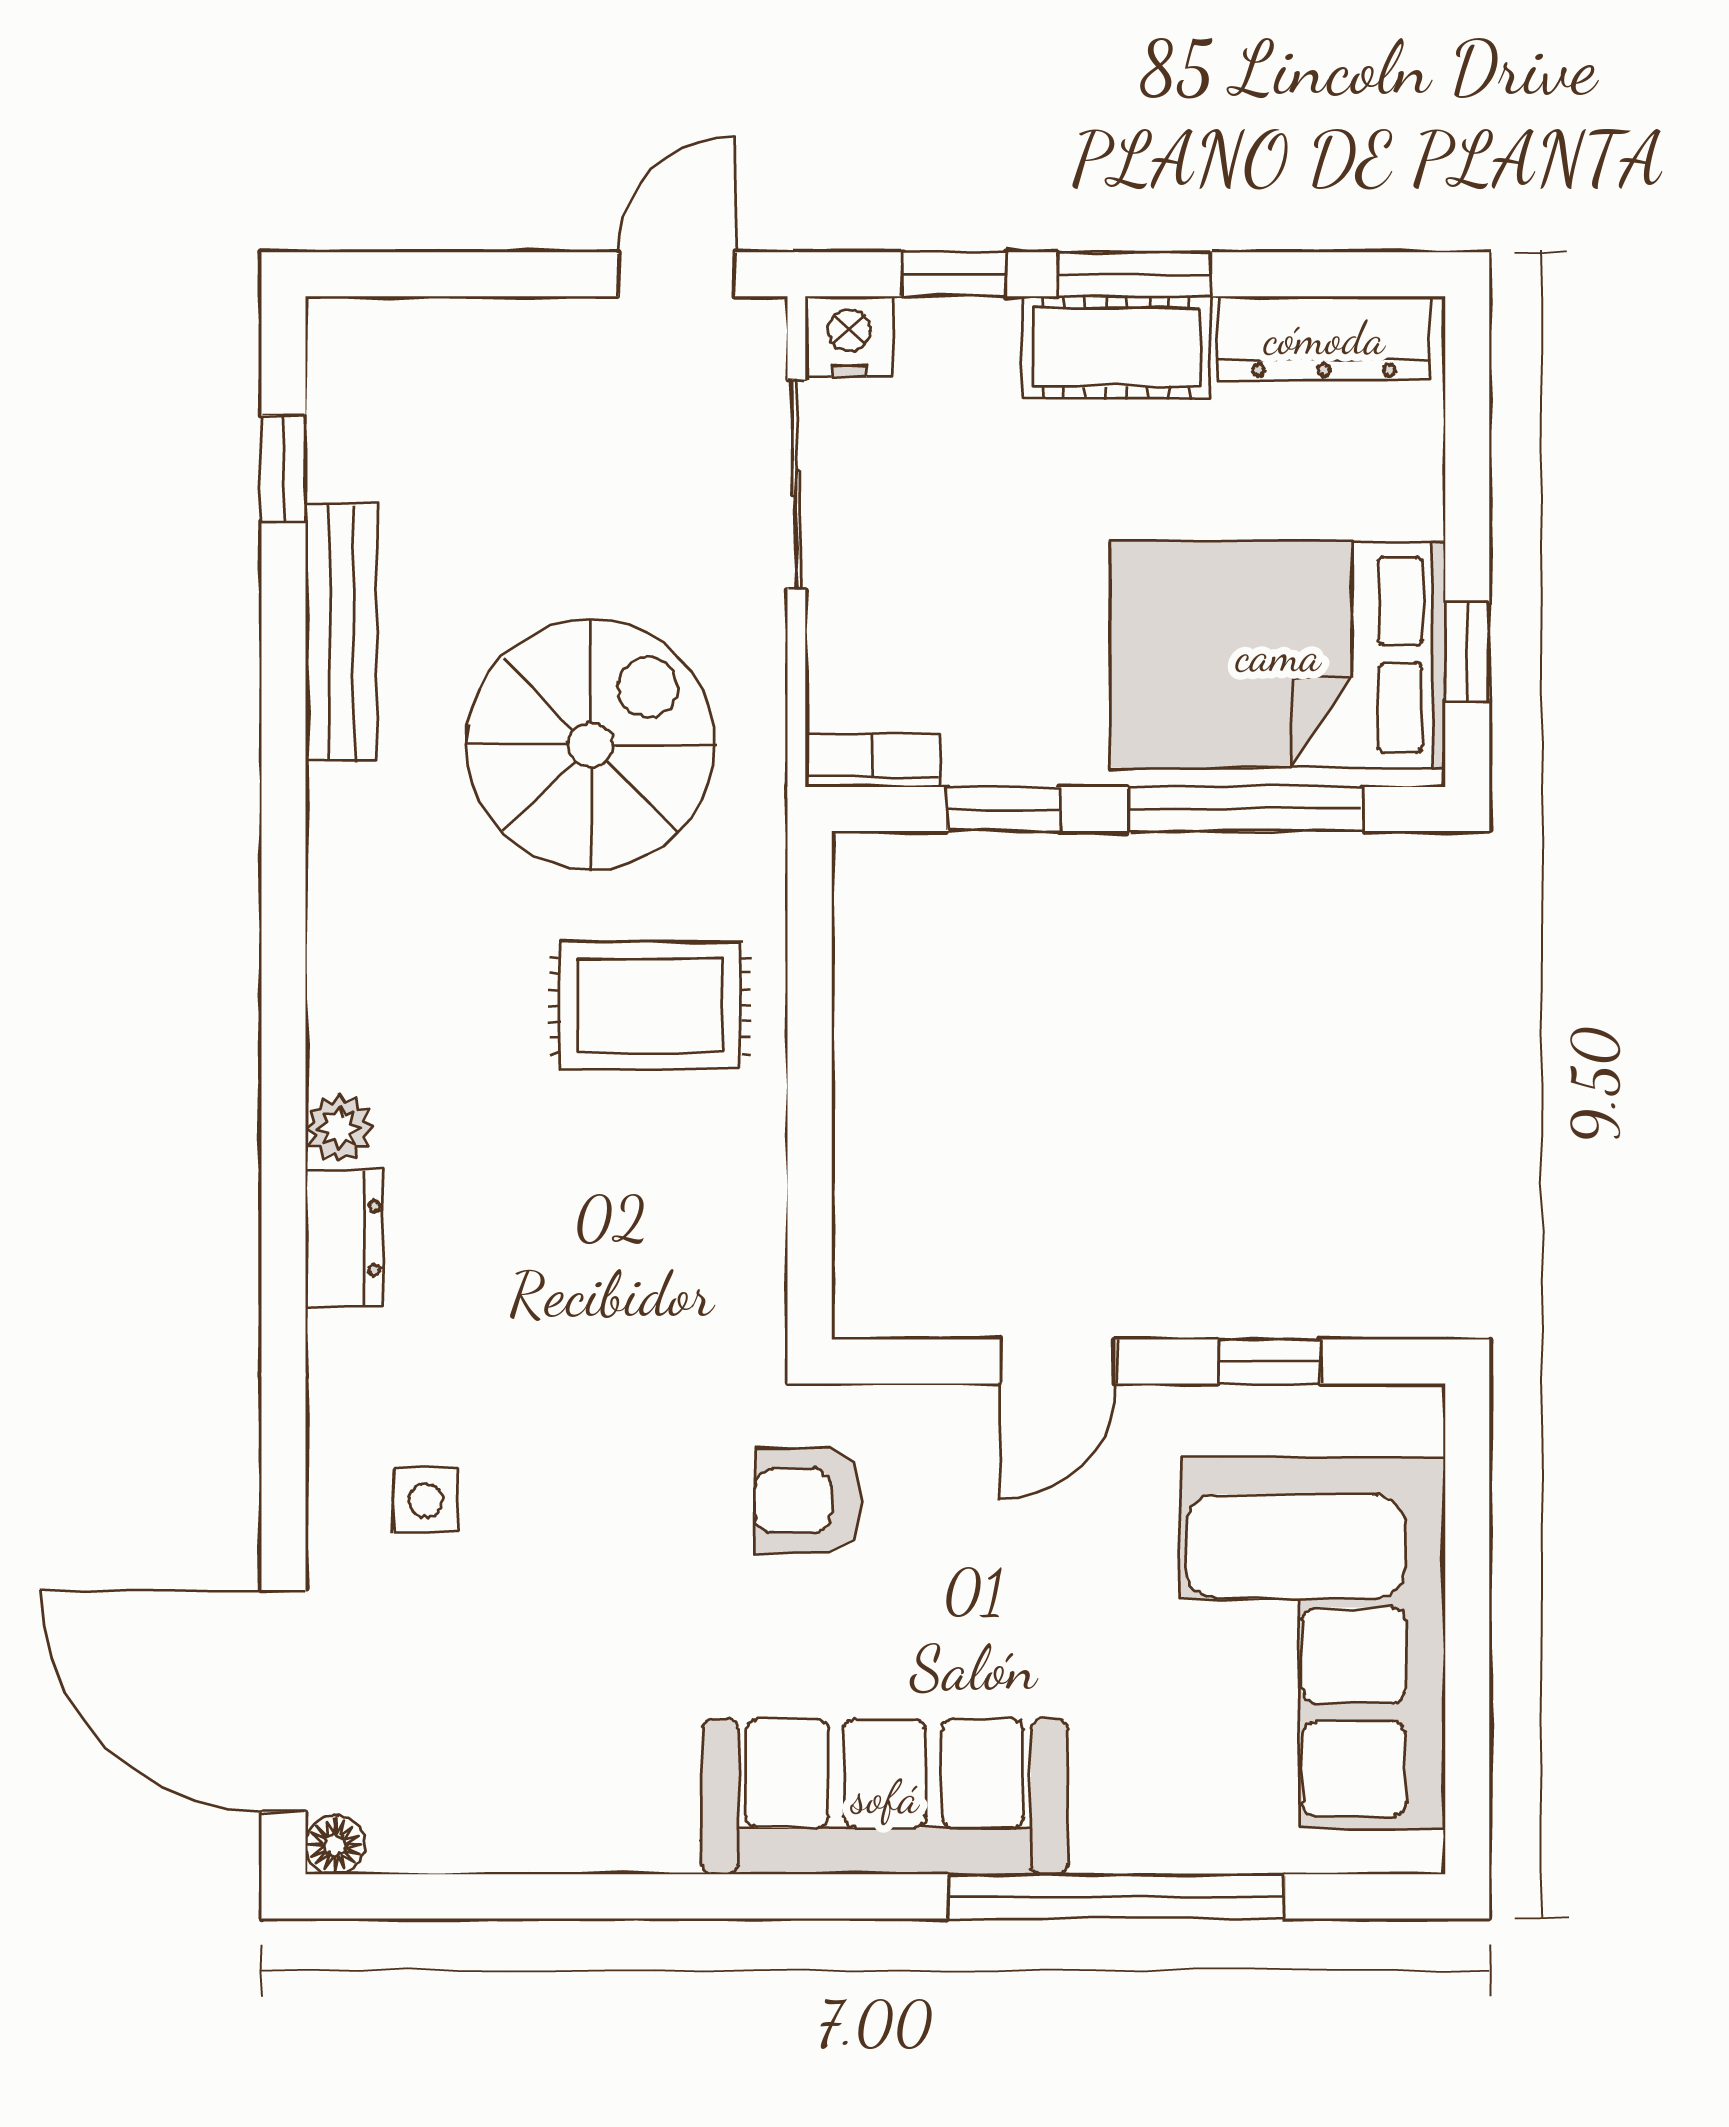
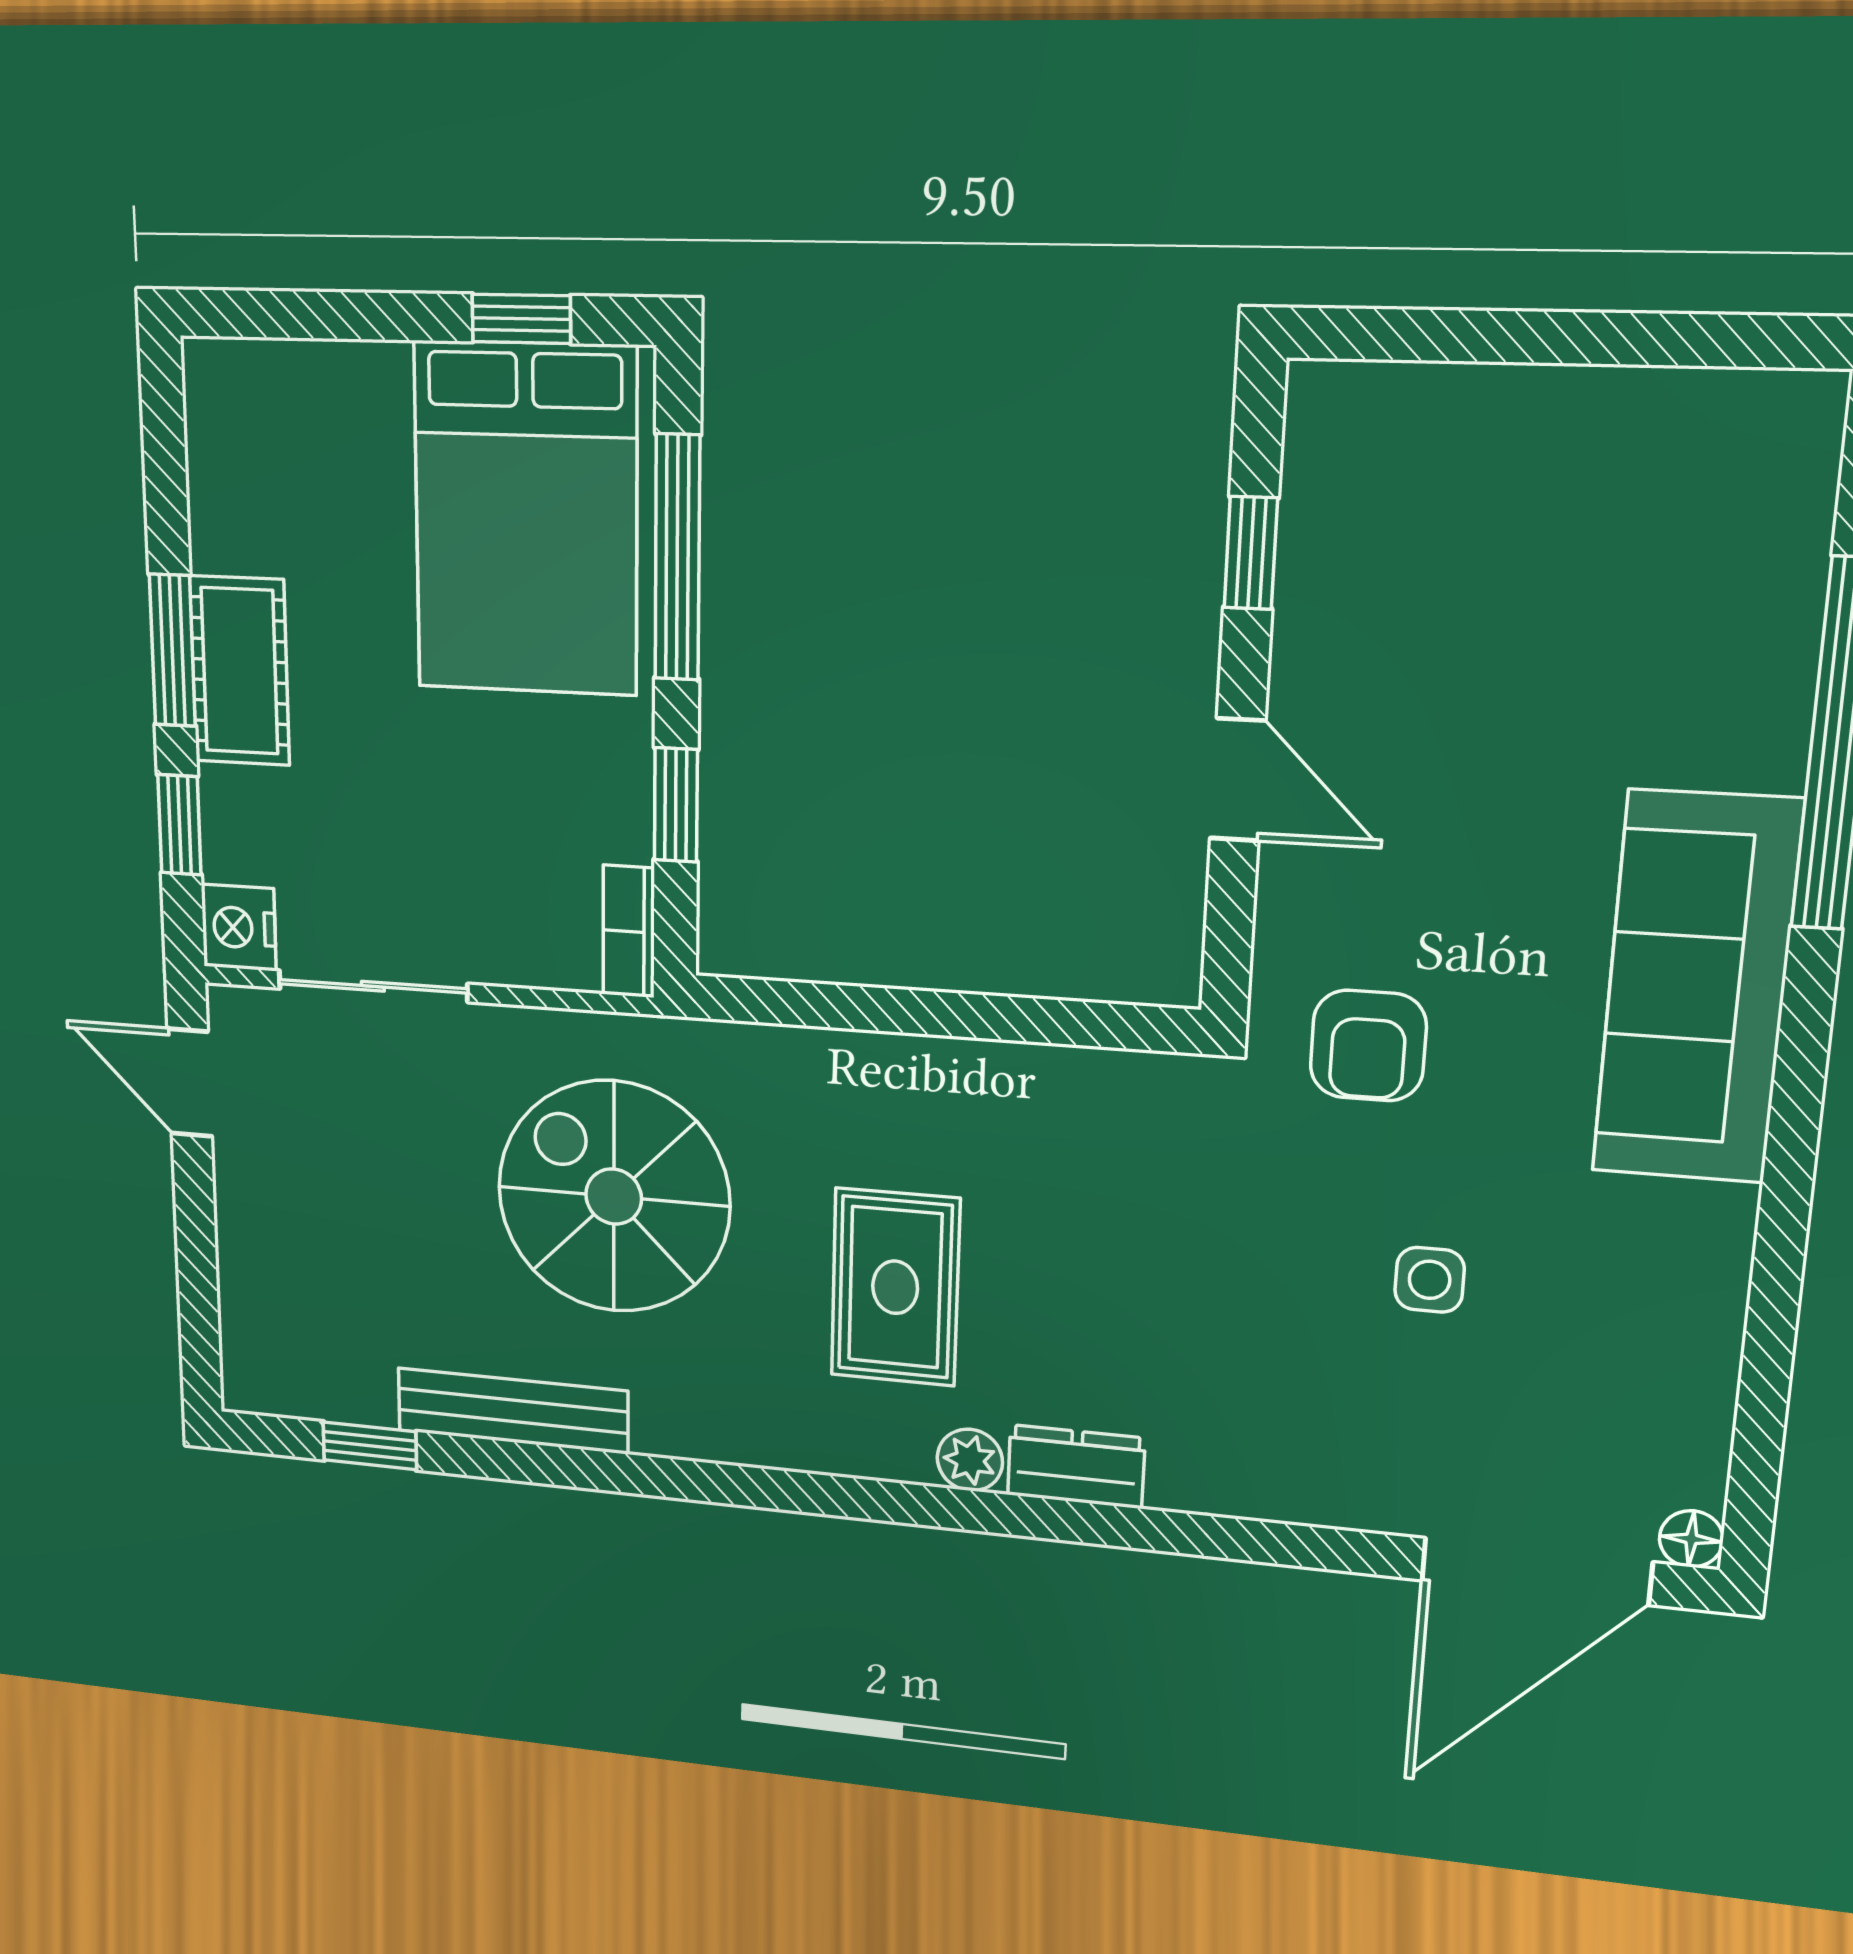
dresser: (1324, 338) -> (224, 462), removed
rug: (650, 1006) -> (895, 1287), moved
side table: (425, 1500) -> (1430, 1280), moved
corner sofa: (1313, 1643) -> (1567, 515), removed

